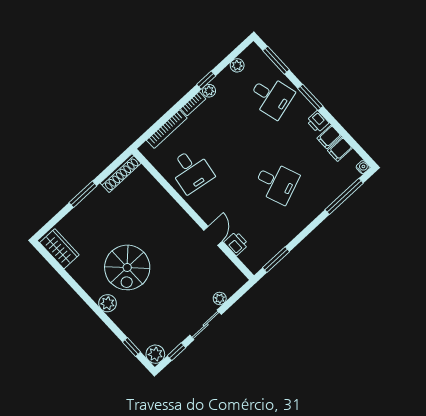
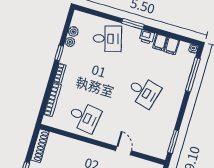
window: (276, 60) -> (96, 13), removed
plant: (209, 91) -> (70, 42), moved
desk: (276, 182) -> (144, 92), turned 36
printer: (236, 243) -> (141, 147), removed

